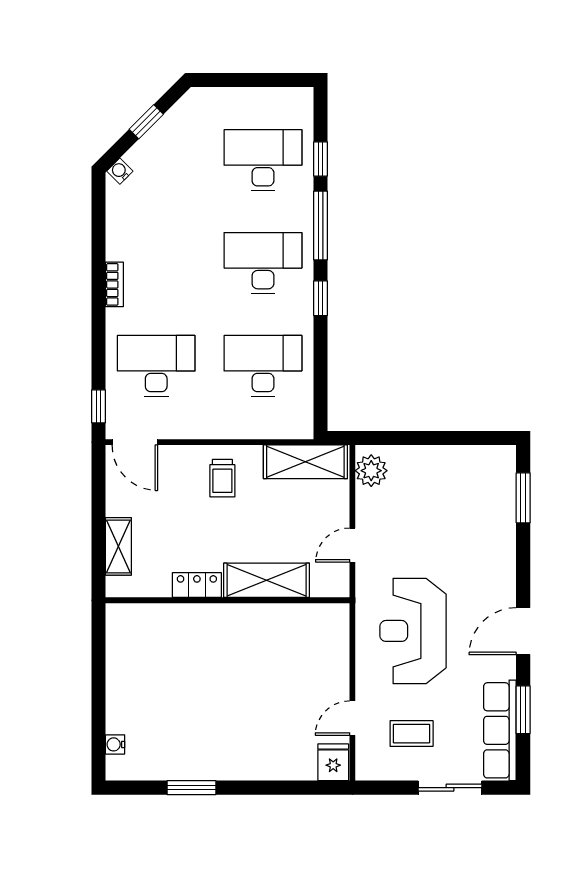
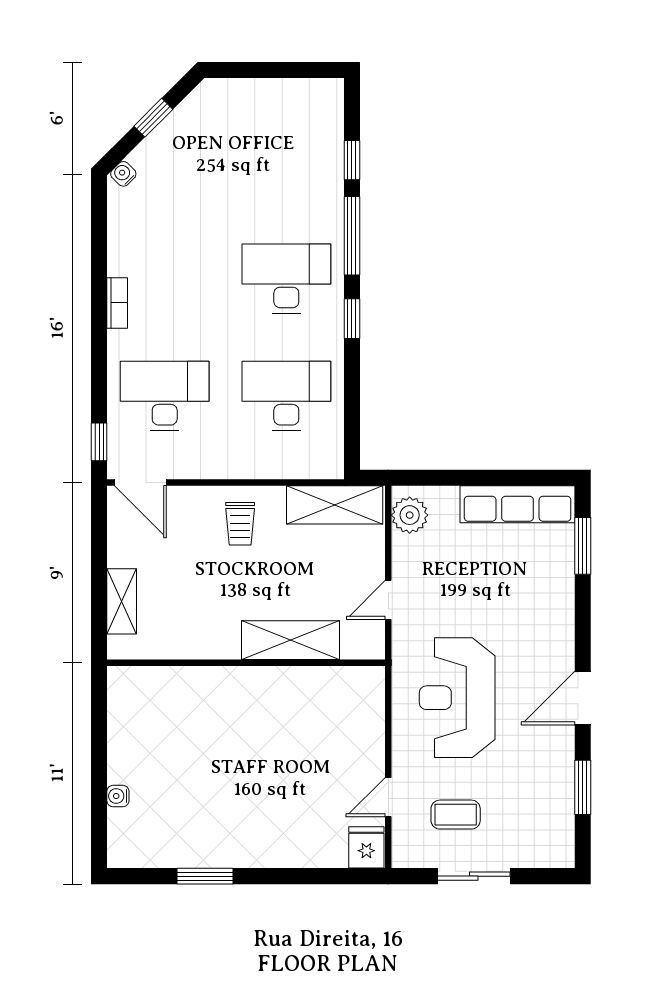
desk: (263, 160) -> (286, 161), removed
locker: (197, 585) -> (211, 645), removed
row of seats: (500, 730) -> (518, 504), moved, turned -90
water cooler: (115, 744) -> (118, 796), moved
sliding door: (450, 788) -> (474, 876), moved

